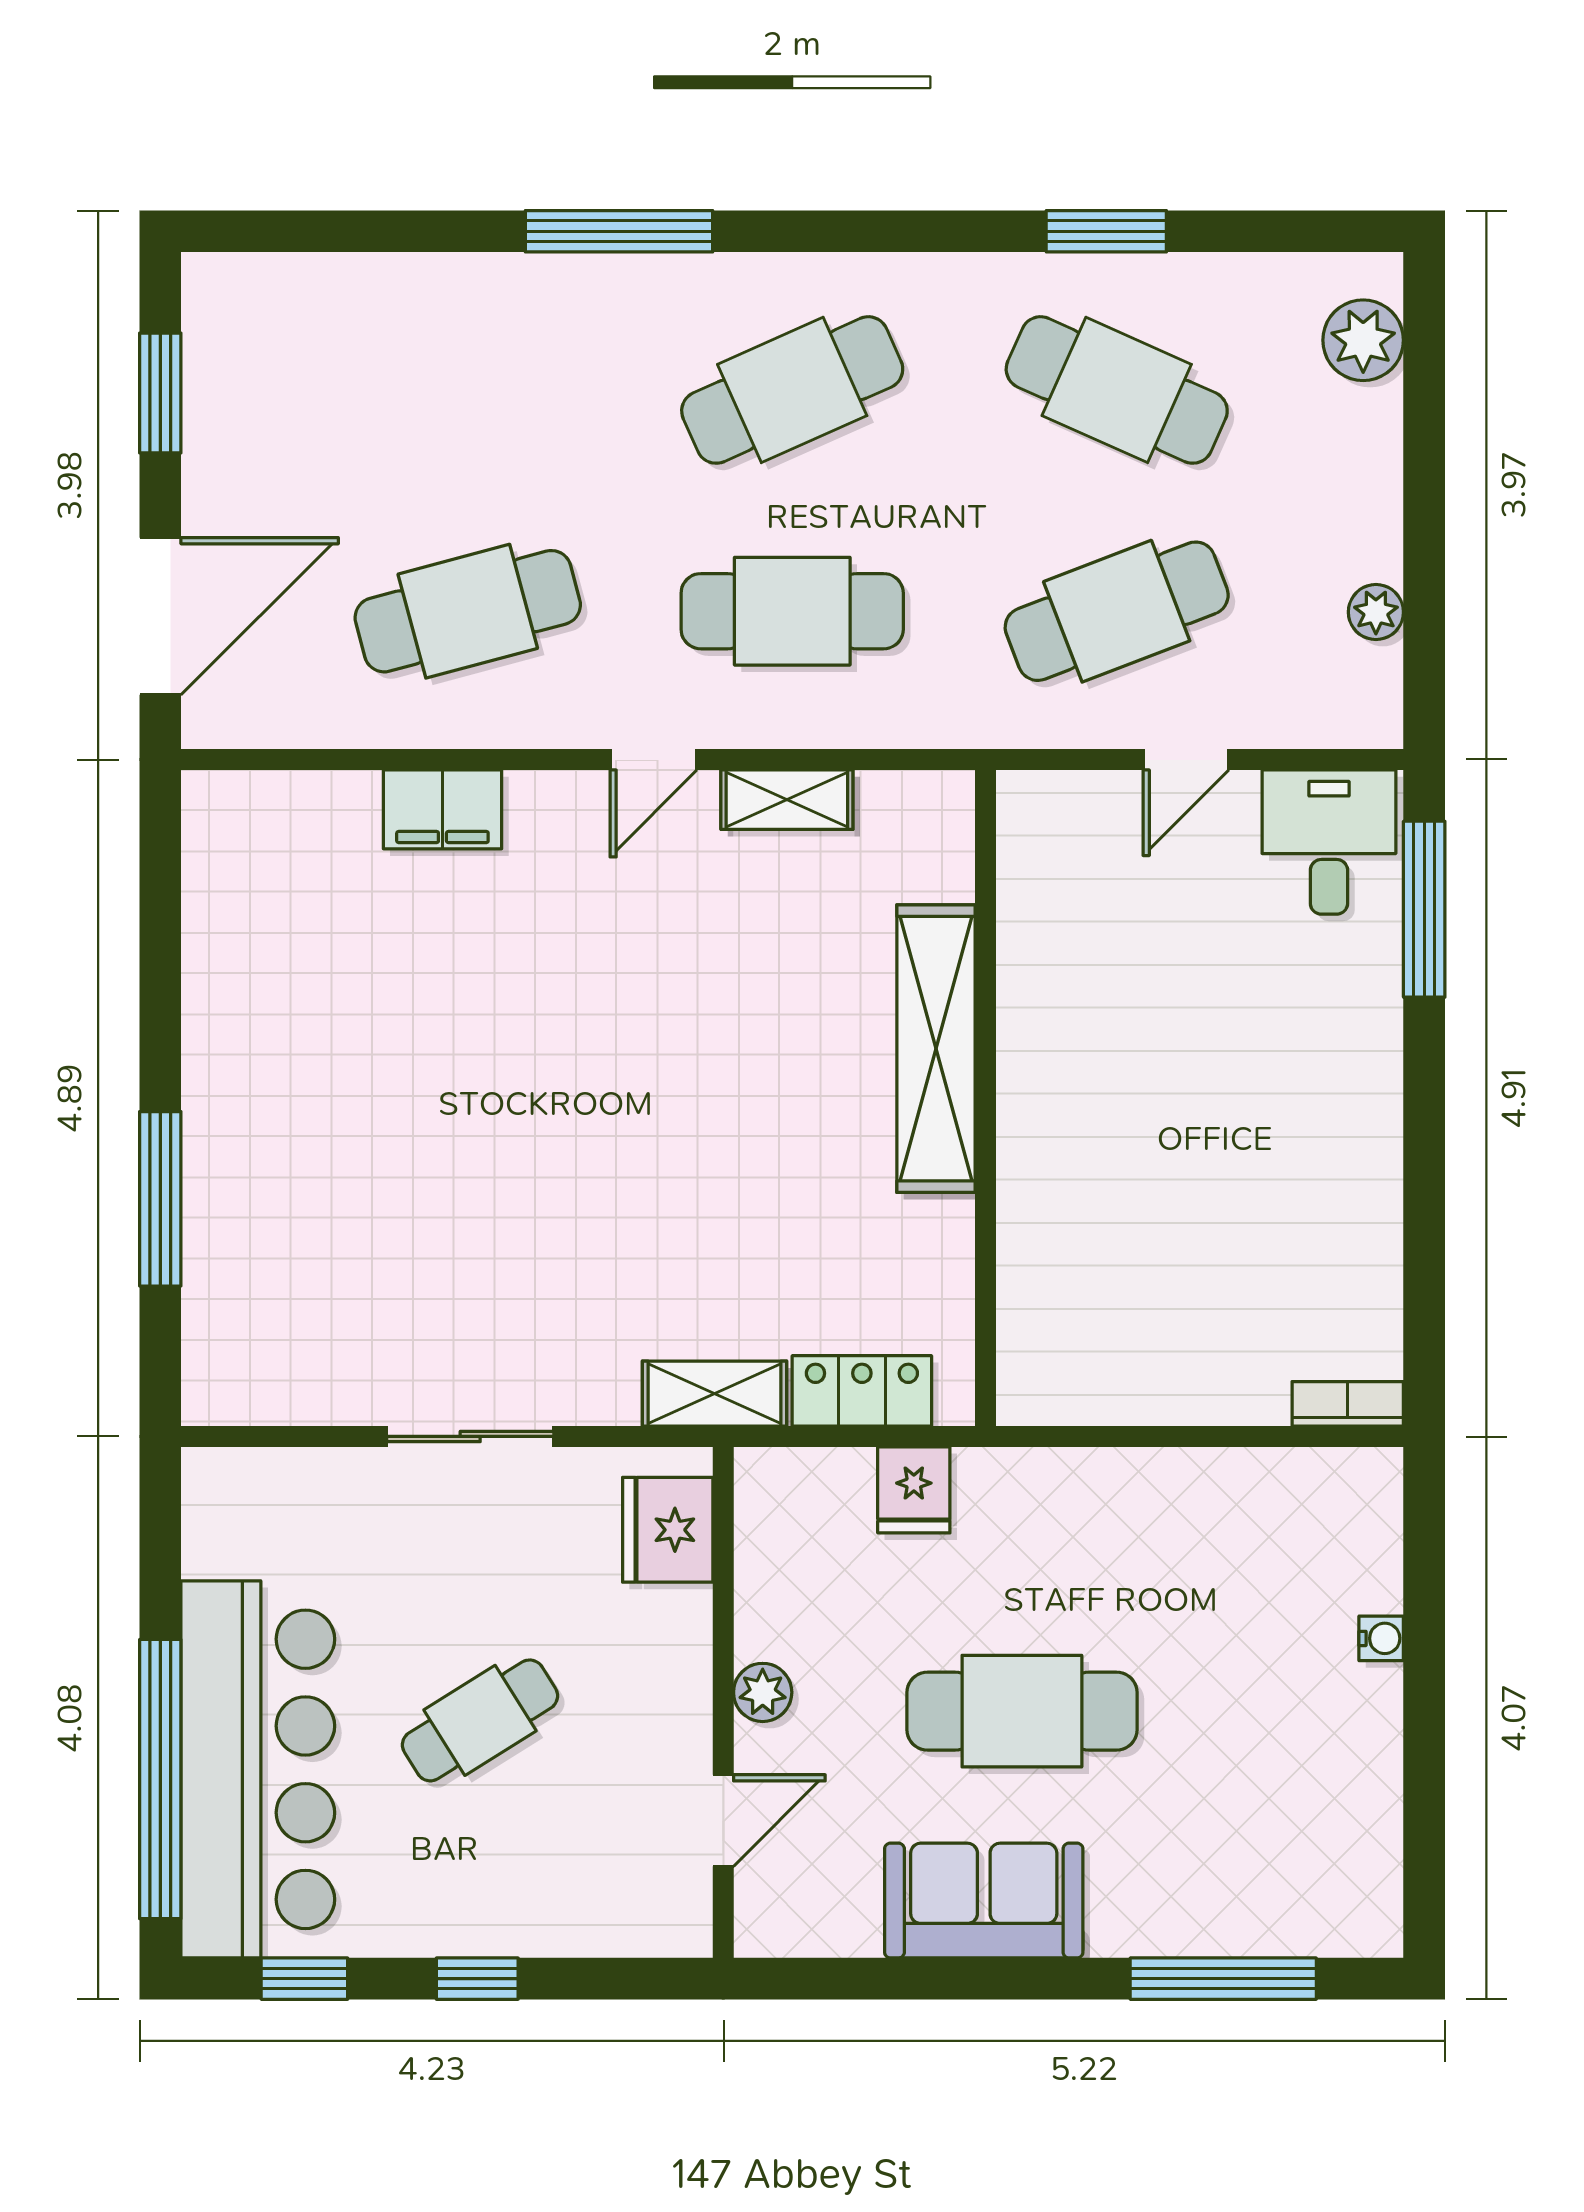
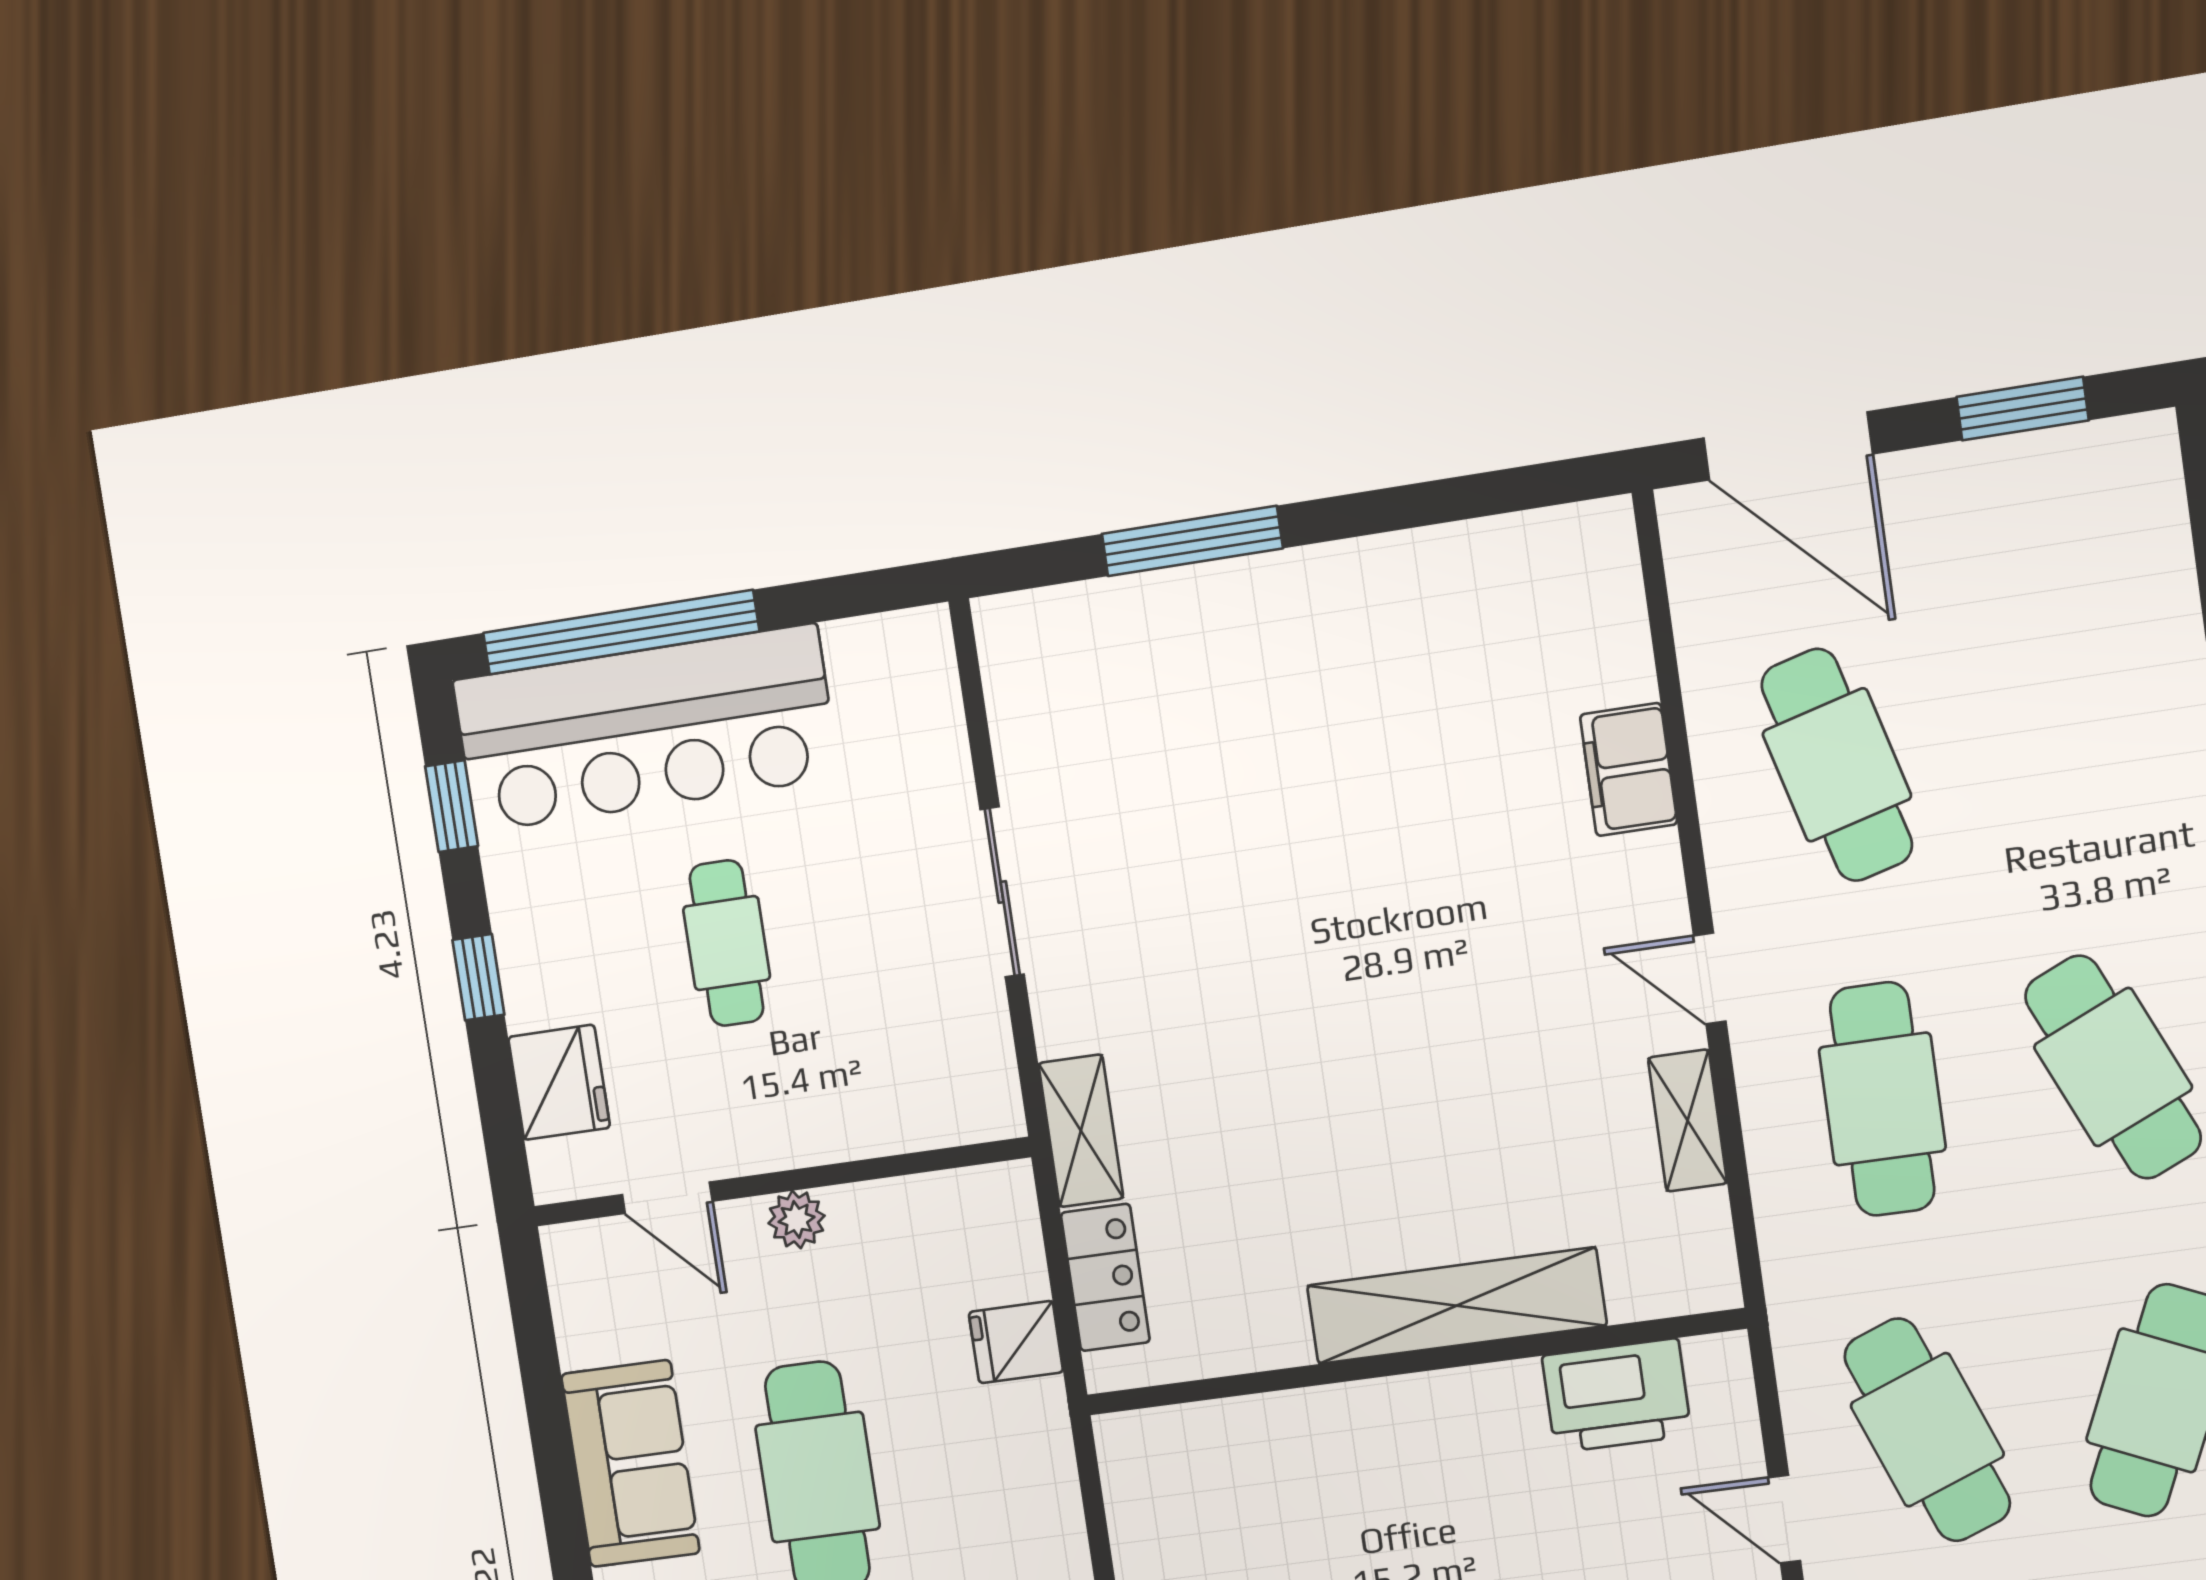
printer: (1044, 905) -> (1617, 1396), added
fridge: (668, 1530) -> (559, 1082), moved, turned 90
cafe table: (480, 1720) -> (727, 943), turned 32

